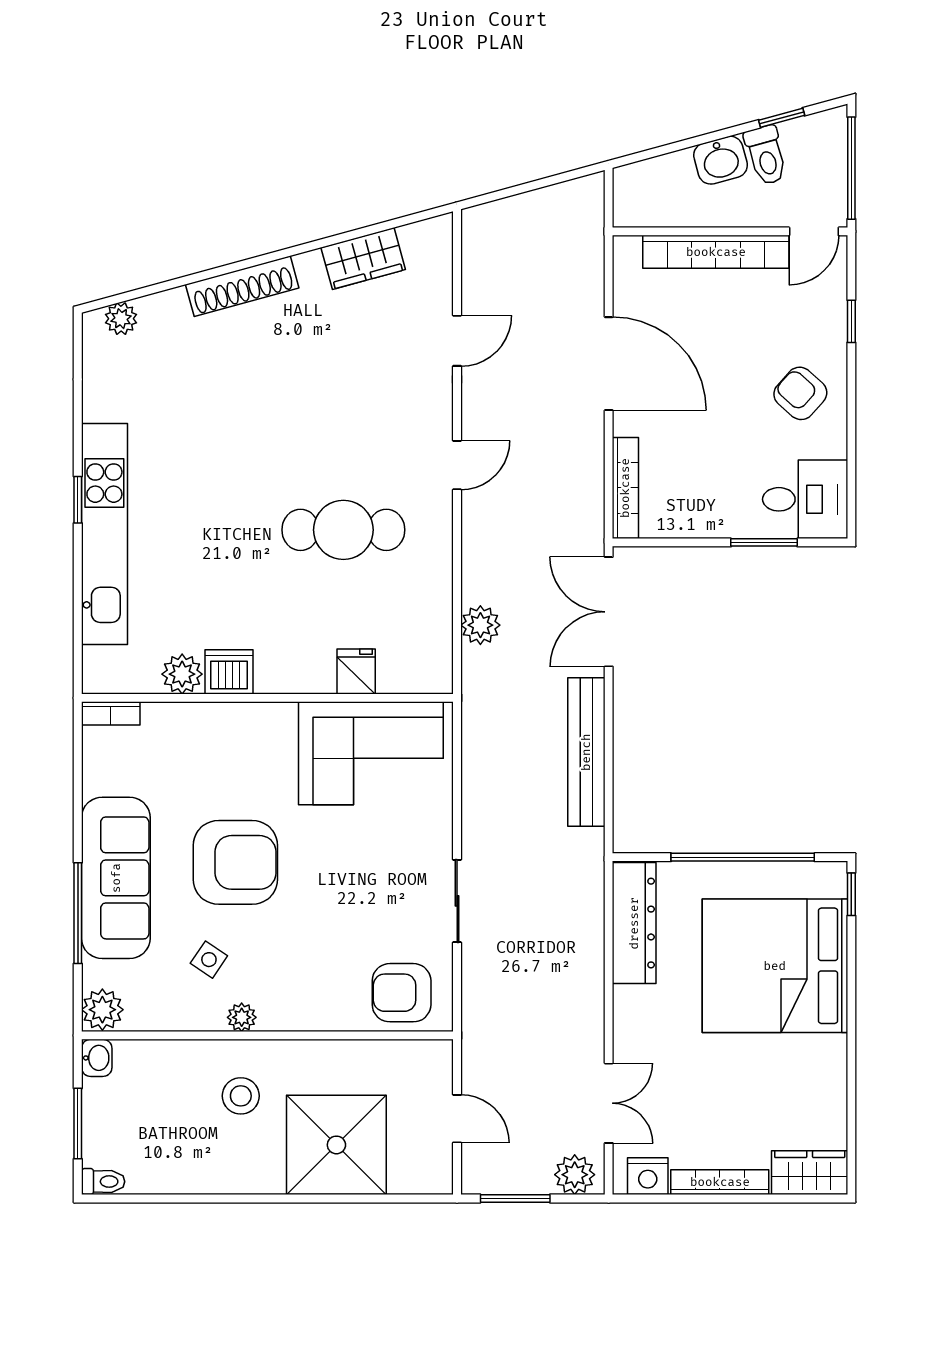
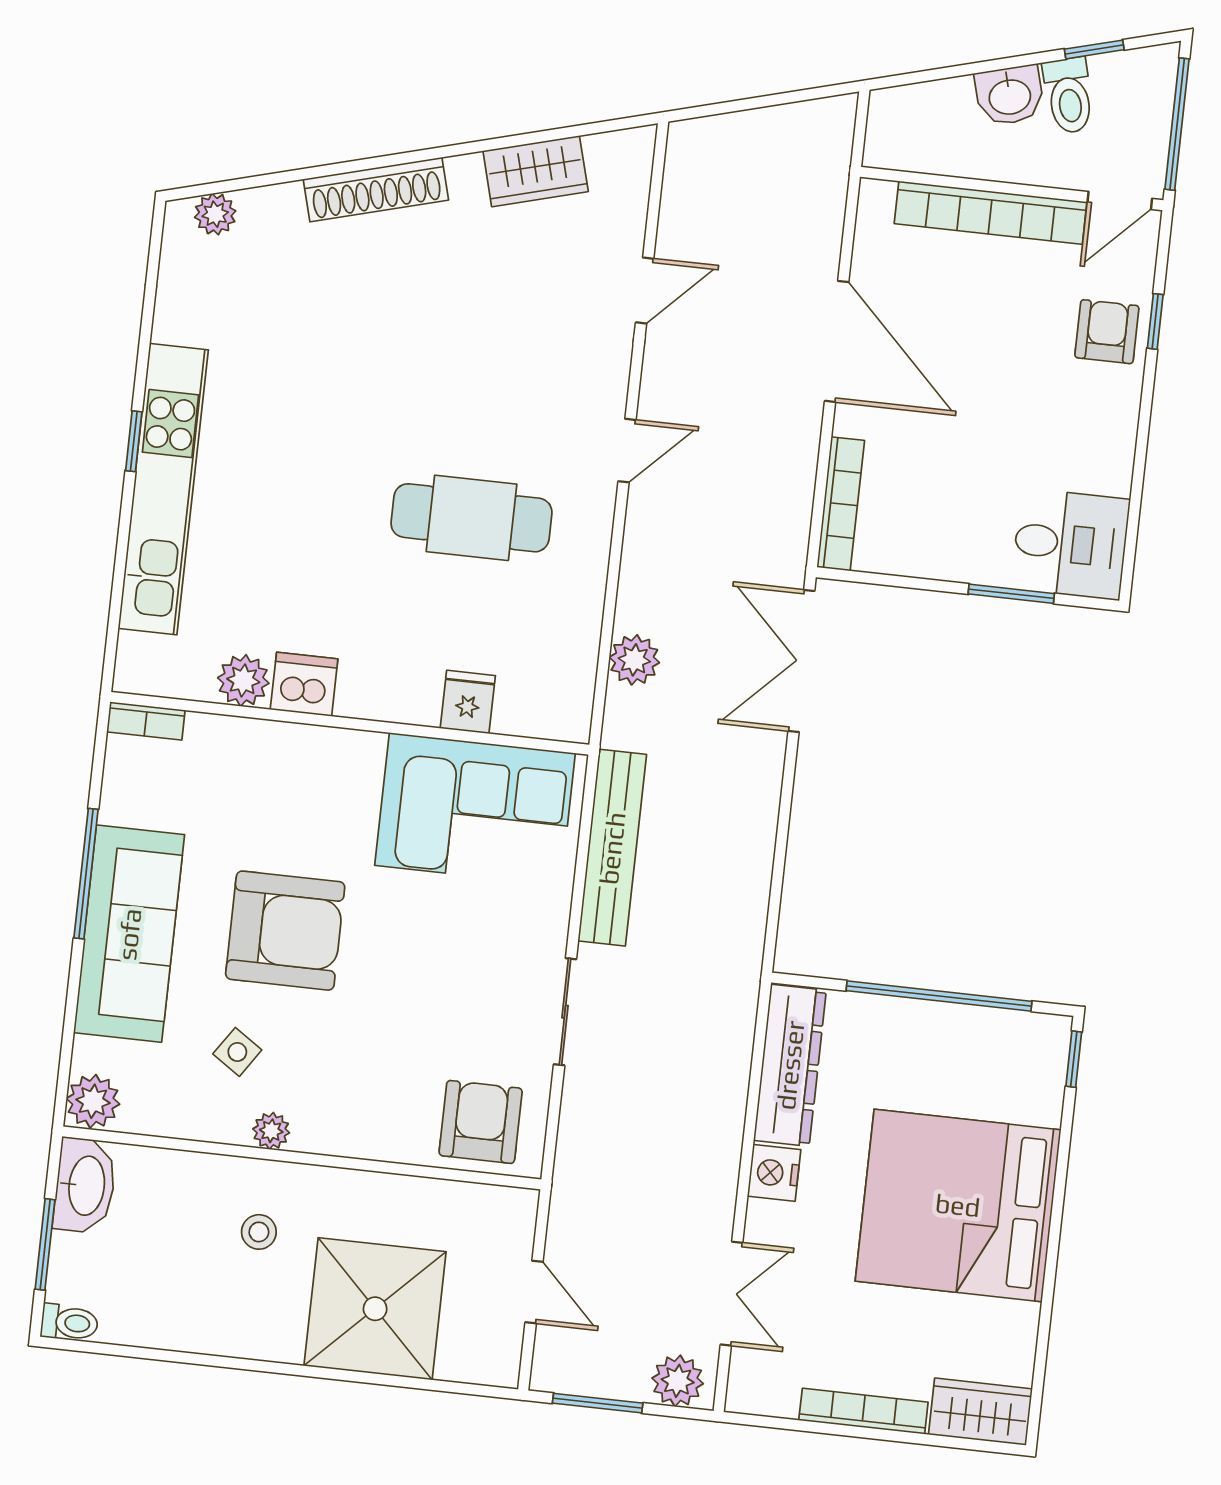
armchair: (800, 393) -> (1107, 332), moved, turned 48
bench: (586, 752) -> (612, 848), moved
window: (78, 913) -> (86, 874), moved
bed: (775, 966) -> (958, 1205), moved
armchair: (402, 993) -> (481, 1122), turned 90
washbasin: (97, 1058) -> (85, 1186), width x1.91, depth x1.45
stool: (241, 1096) -> (259, 1232), width x0.73, depth x0.73
nightstand: (648, 1176) -> (774, 1173), moved, turned 90

